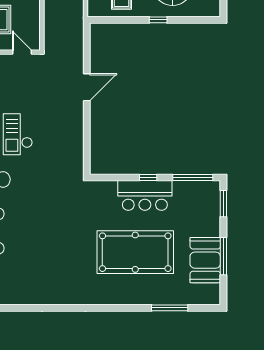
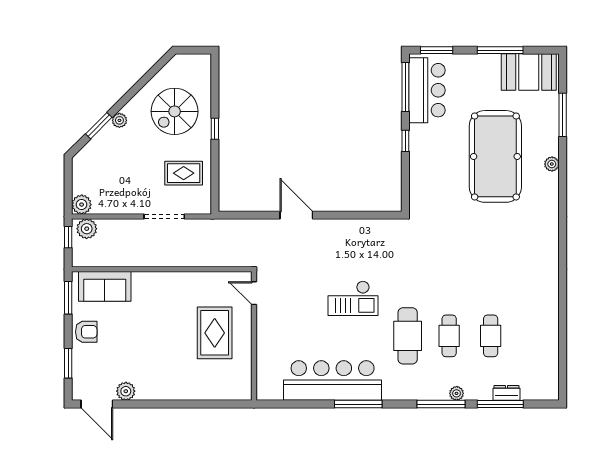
door: (22, 52) -> (254, 293), hinge flipped
bar counter: (145, 195) -> (427, 90), moved
booth: (205, 260) -> (529, 72), moved
plant: (129, 299) -> (552, 164), added

